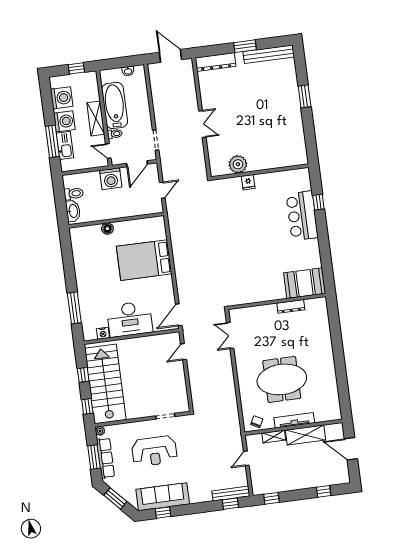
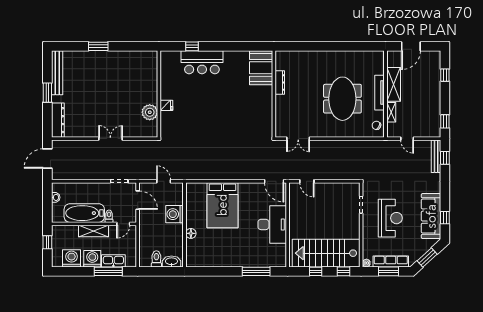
washing machine: (111, 179) -> (174, 214), moved, turned 180
nightstand: (103, 333) -> (282, 249), removed

